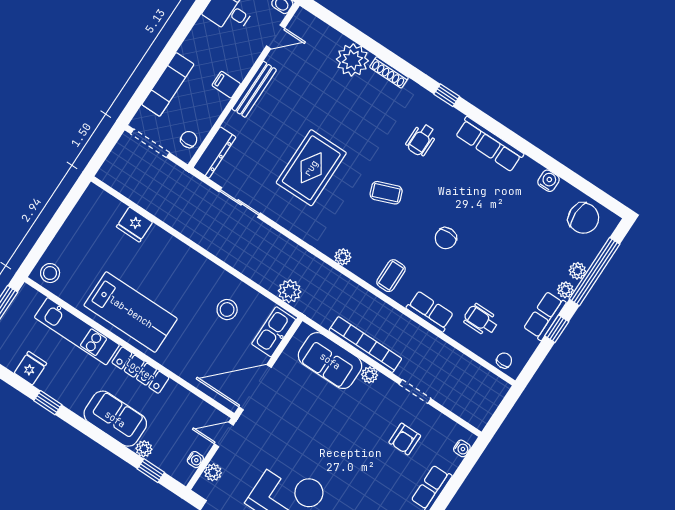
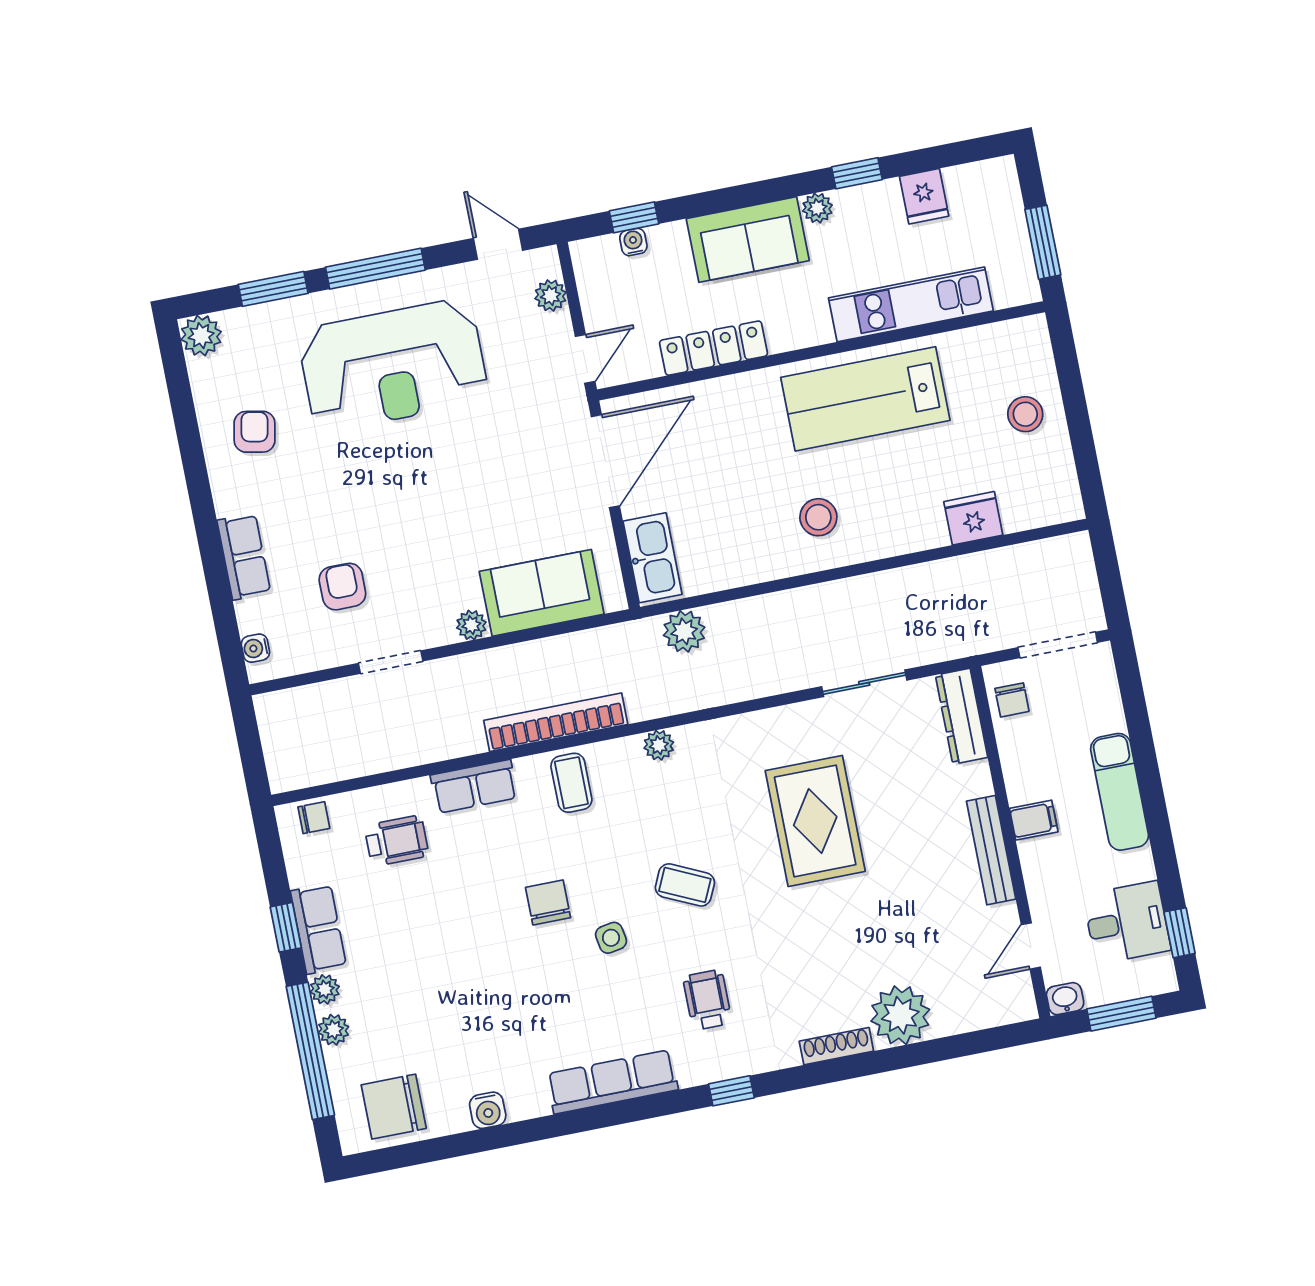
exam couch: (168, 84) -> (1120, 792), moved
coffee table: (386, 193) -> (685, 885), turned 46
side table: (435, 200) -> (611, 938), added
stool: (50, 273) -> (1025, 414), moved
stool: (227, 310) -> (818, 517), moved
bookcase: (365, 345) -> (556, 722), moved, turned 180
chair: (504, 360) -> (314, 818), turned -90
locker: (140, 370) -> (714, 348), moved
plant: (144, 449) -> (817, 208), moved
water cooler: (195, 460) -> (633, 242), moved, turned 90

